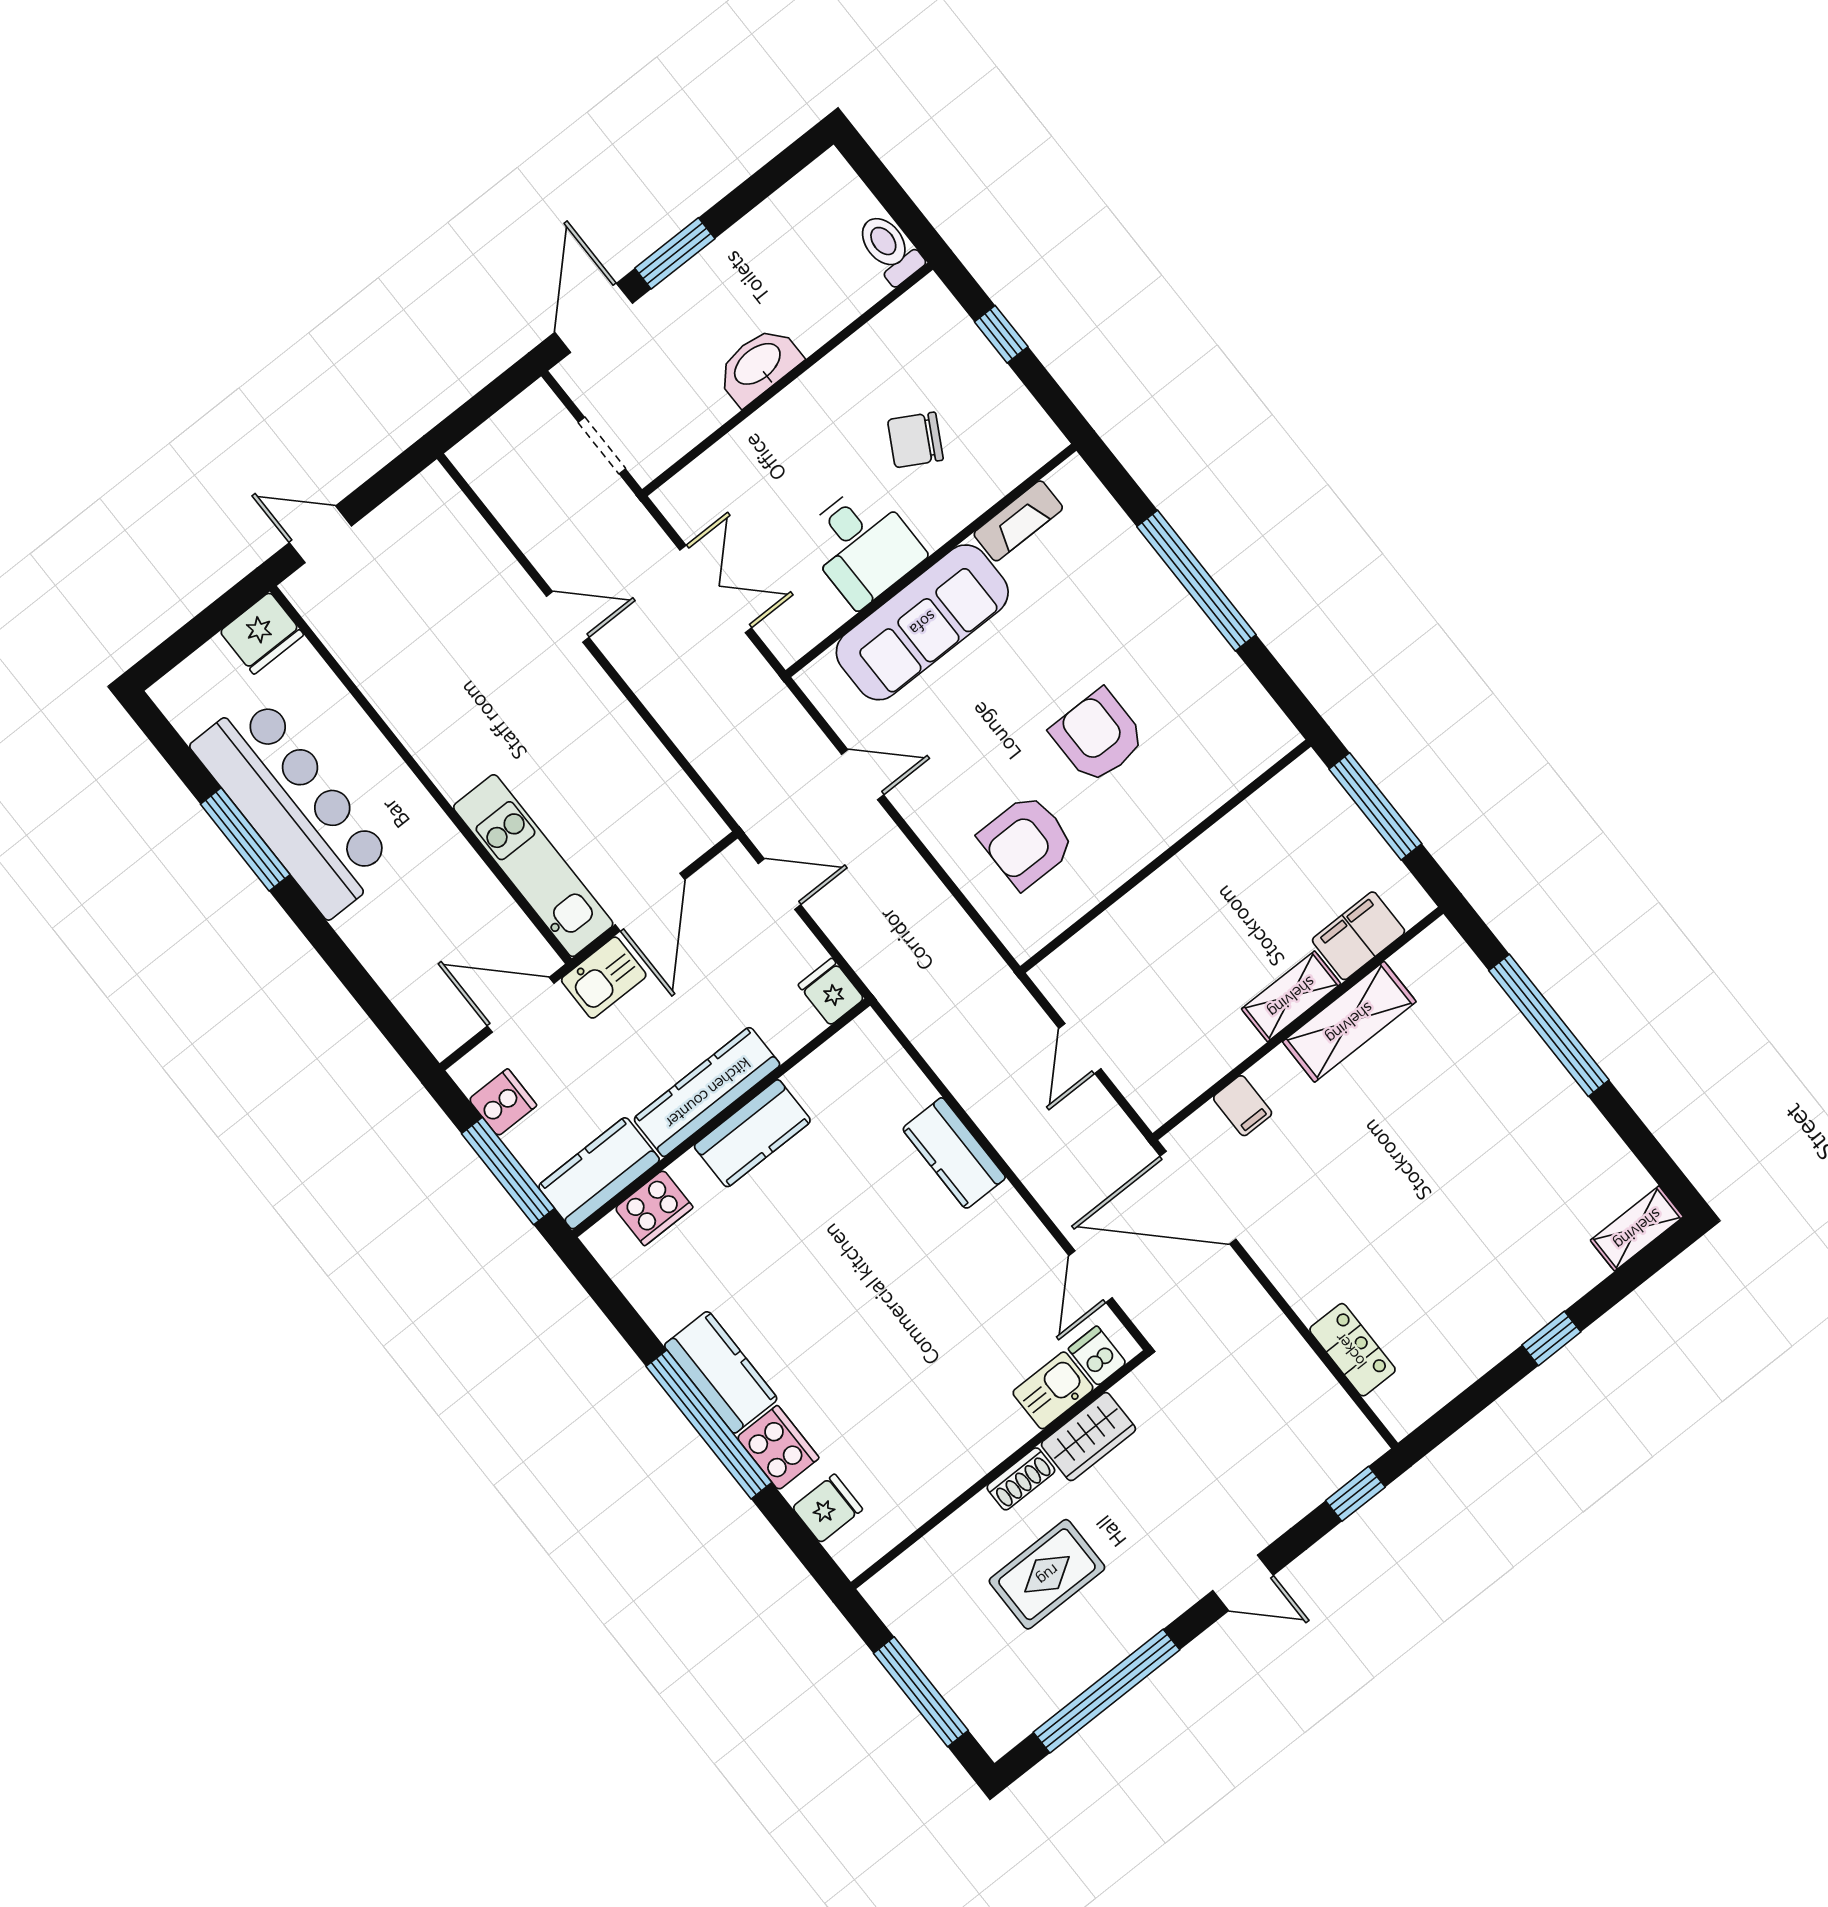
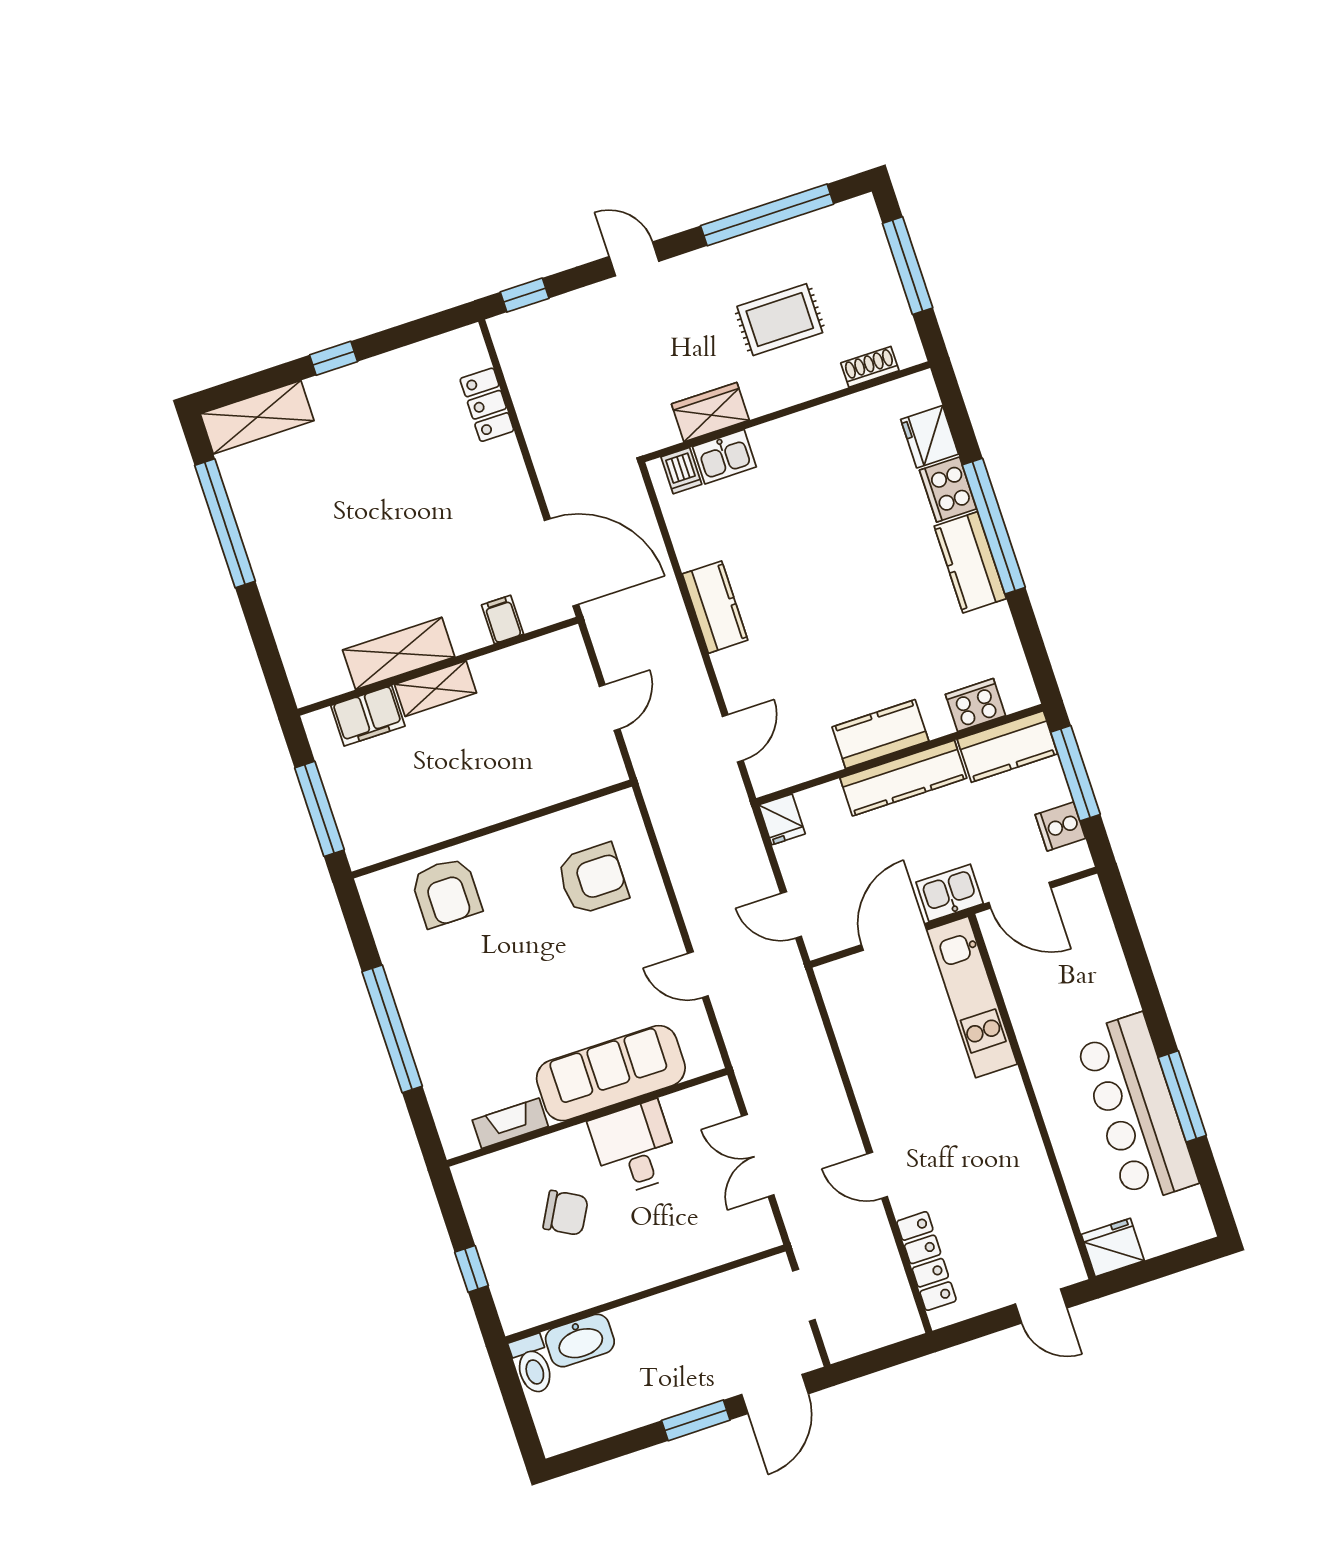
washbasin: (758, 365) -> (580, 1340), moved
locker: (474, 538) -> (926, 1261), added
armchair: (1098, 736) -> (446, 892), moved
window: (1549, 1025) -> (225, 523), moved
kitchen counter: (954, 1153) -> (715, 607), moved
shelving: (1637, 1228) -> (257, 417), width x1.50, depth x1.33
door: (1091, 1277) -> (733, 738), moved
shoe rack: (1021, 1479) -> (870, 367), moved
fridge: (827, 1508) -> (930, 437), width x1.38

